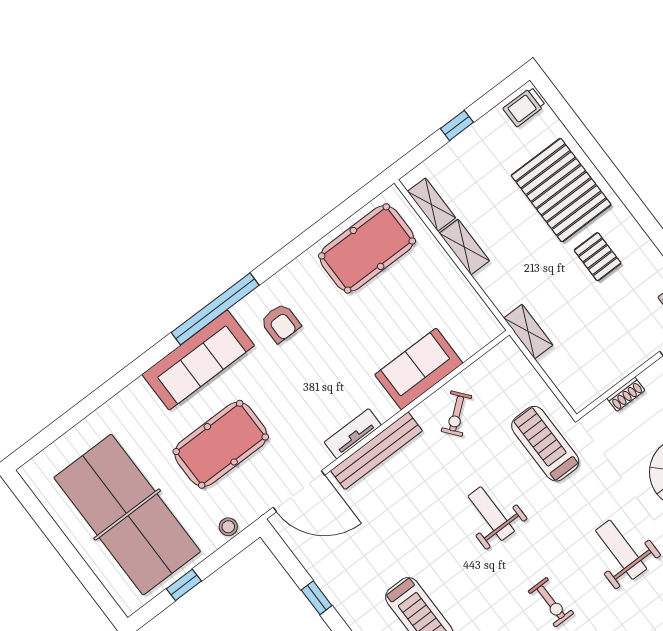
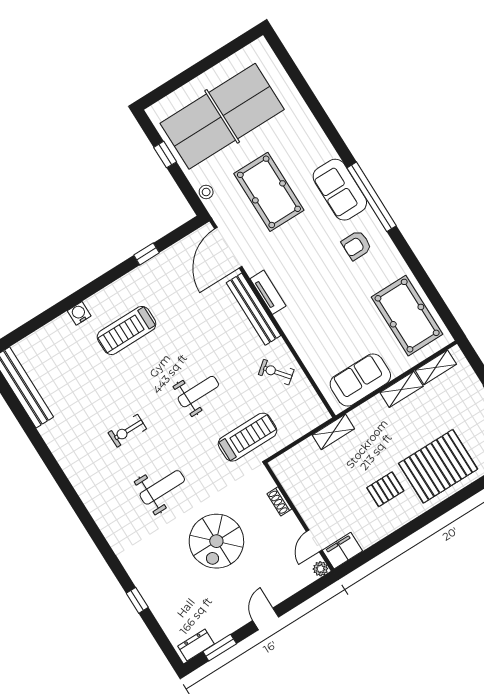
sofa: (198, 360) -> (340, 190), width x0.73
sofa: (419, 369) -> (360, 380), moved, turned -90

